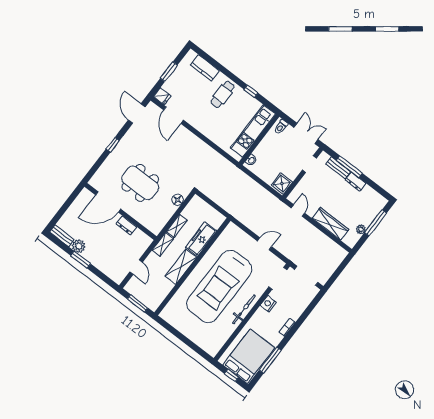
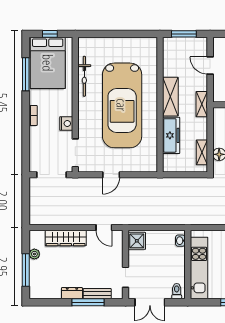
shelving: (177, 226) -> (202, 152), moved
car: (219, 286) -> (122, 105), turned 180
bicycle: (244, 309) -> (84, 76), moved

